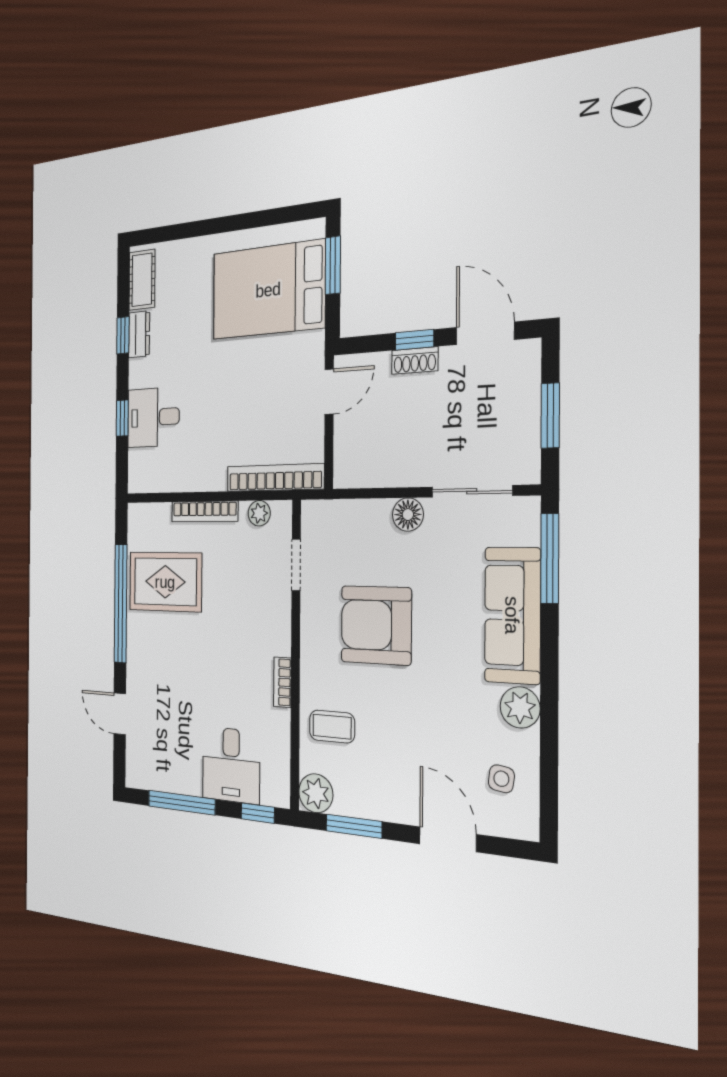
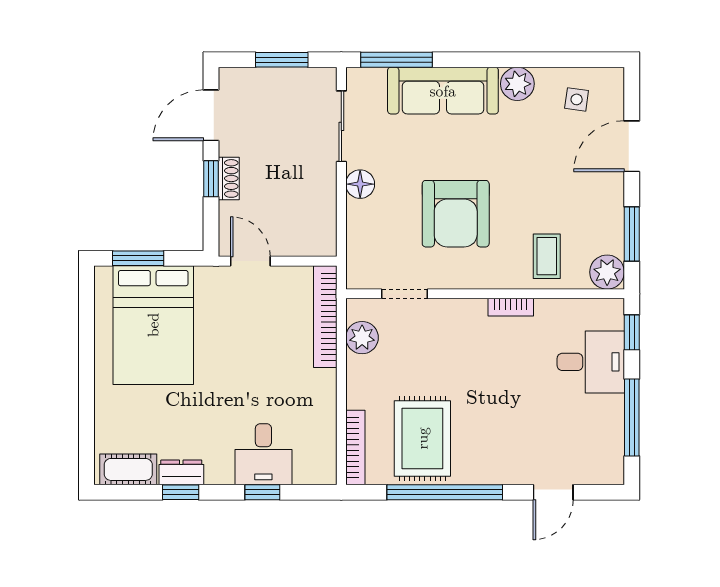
bookcase: (205, 511) -> (355, 447), moved
plant: (259, 513) -> (362, 338), width x1.38, depth x1.38

